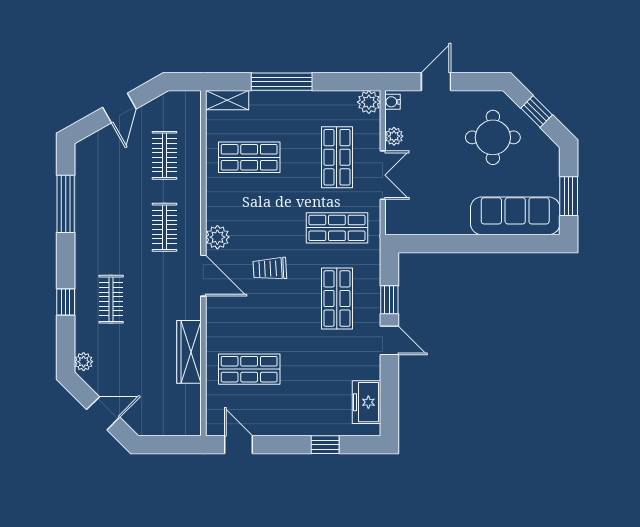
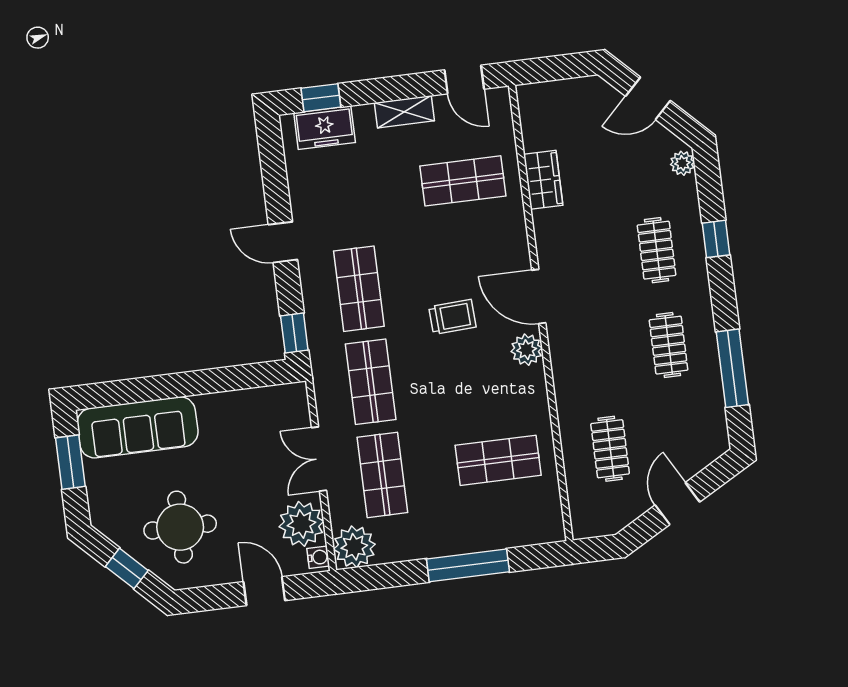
door: (436, 82) -> (264, 591), swing flipped
shelving: (227, 100) -> (404, 112), moved
plant: (369, 102) -> (354, 547), width x1.36, depth x1.36
plant: (394, 136) -> (301, 524), width x1.87, depth x1.87
clothes rail: (164, 227) -> (669, 345), moved
shop shelf: (337, 228) -> (371, 382), turned 90
window: (389, 300) -> (294, 333), moved
wardrobe: (189, 352) -> (543, 180), width x0.67
freezer: (367, 402) -> (325, 128), moved, turned 90
window: (325, 445) -> (321, 98), moved

